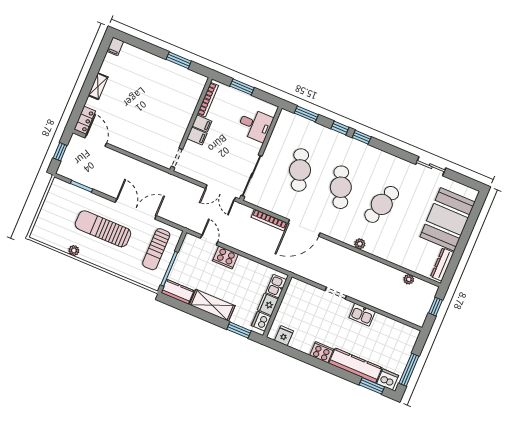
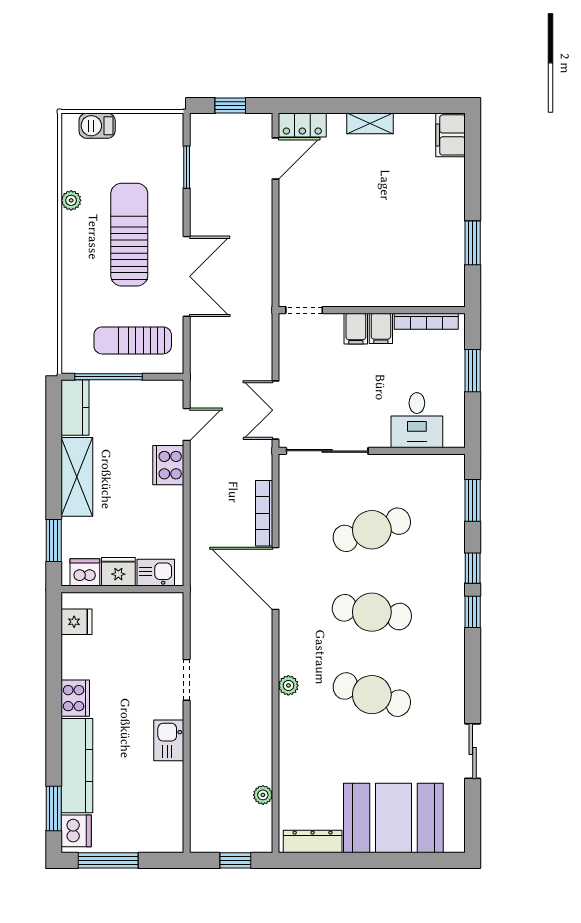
filing cabinet: (115, 46) -> (451, 135), width x2.00
cafe table: (341, 187) -> (372, 612), turned 30
barbecue: (42, 222) -> (97, 126), added

